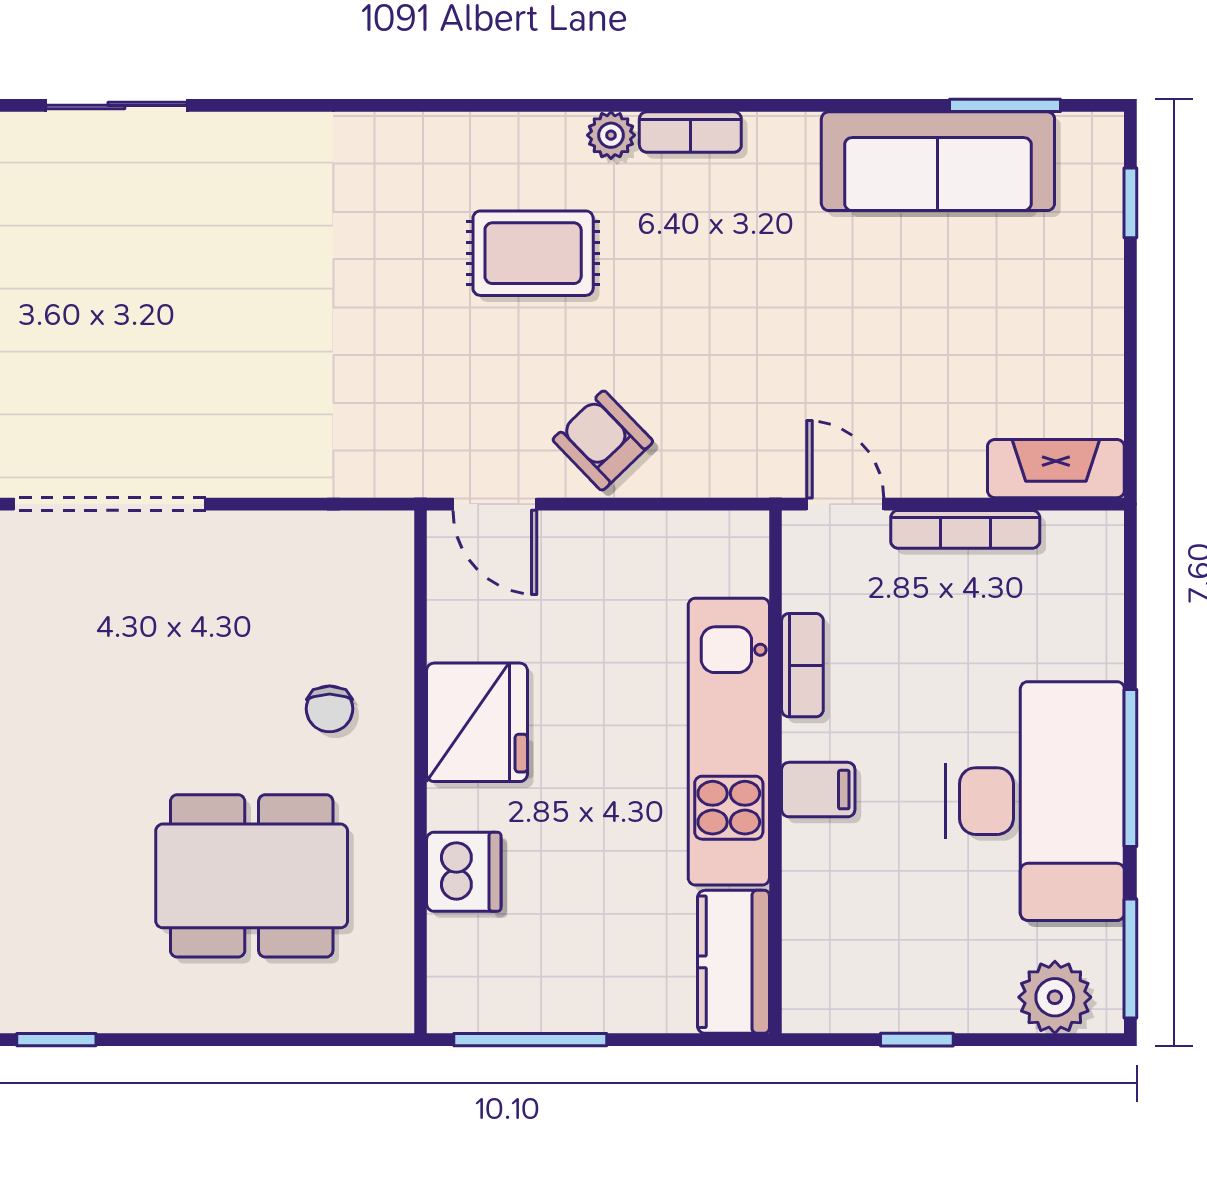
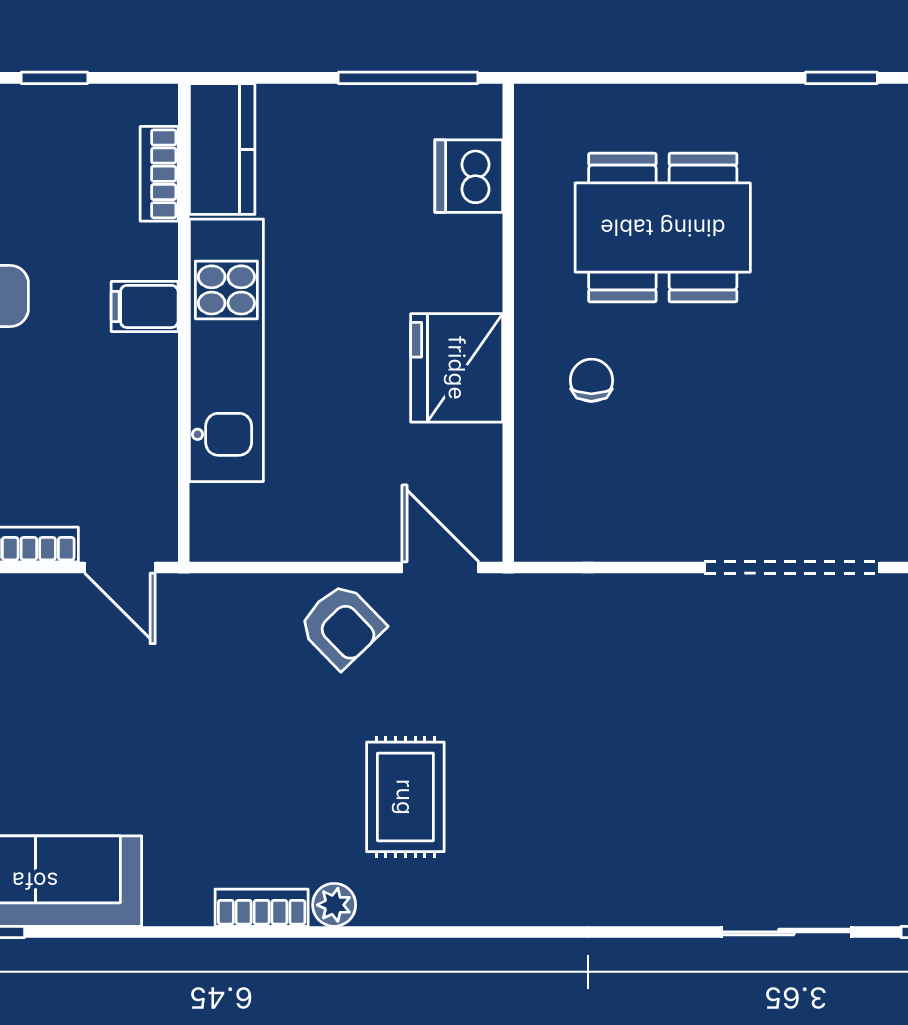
rug: (533, 253) -> (405, 797), turned 90
bookcase: (802, 665) -> (159, 174), moved
dishwasher: (464, 872) -> (469, 176), moved

